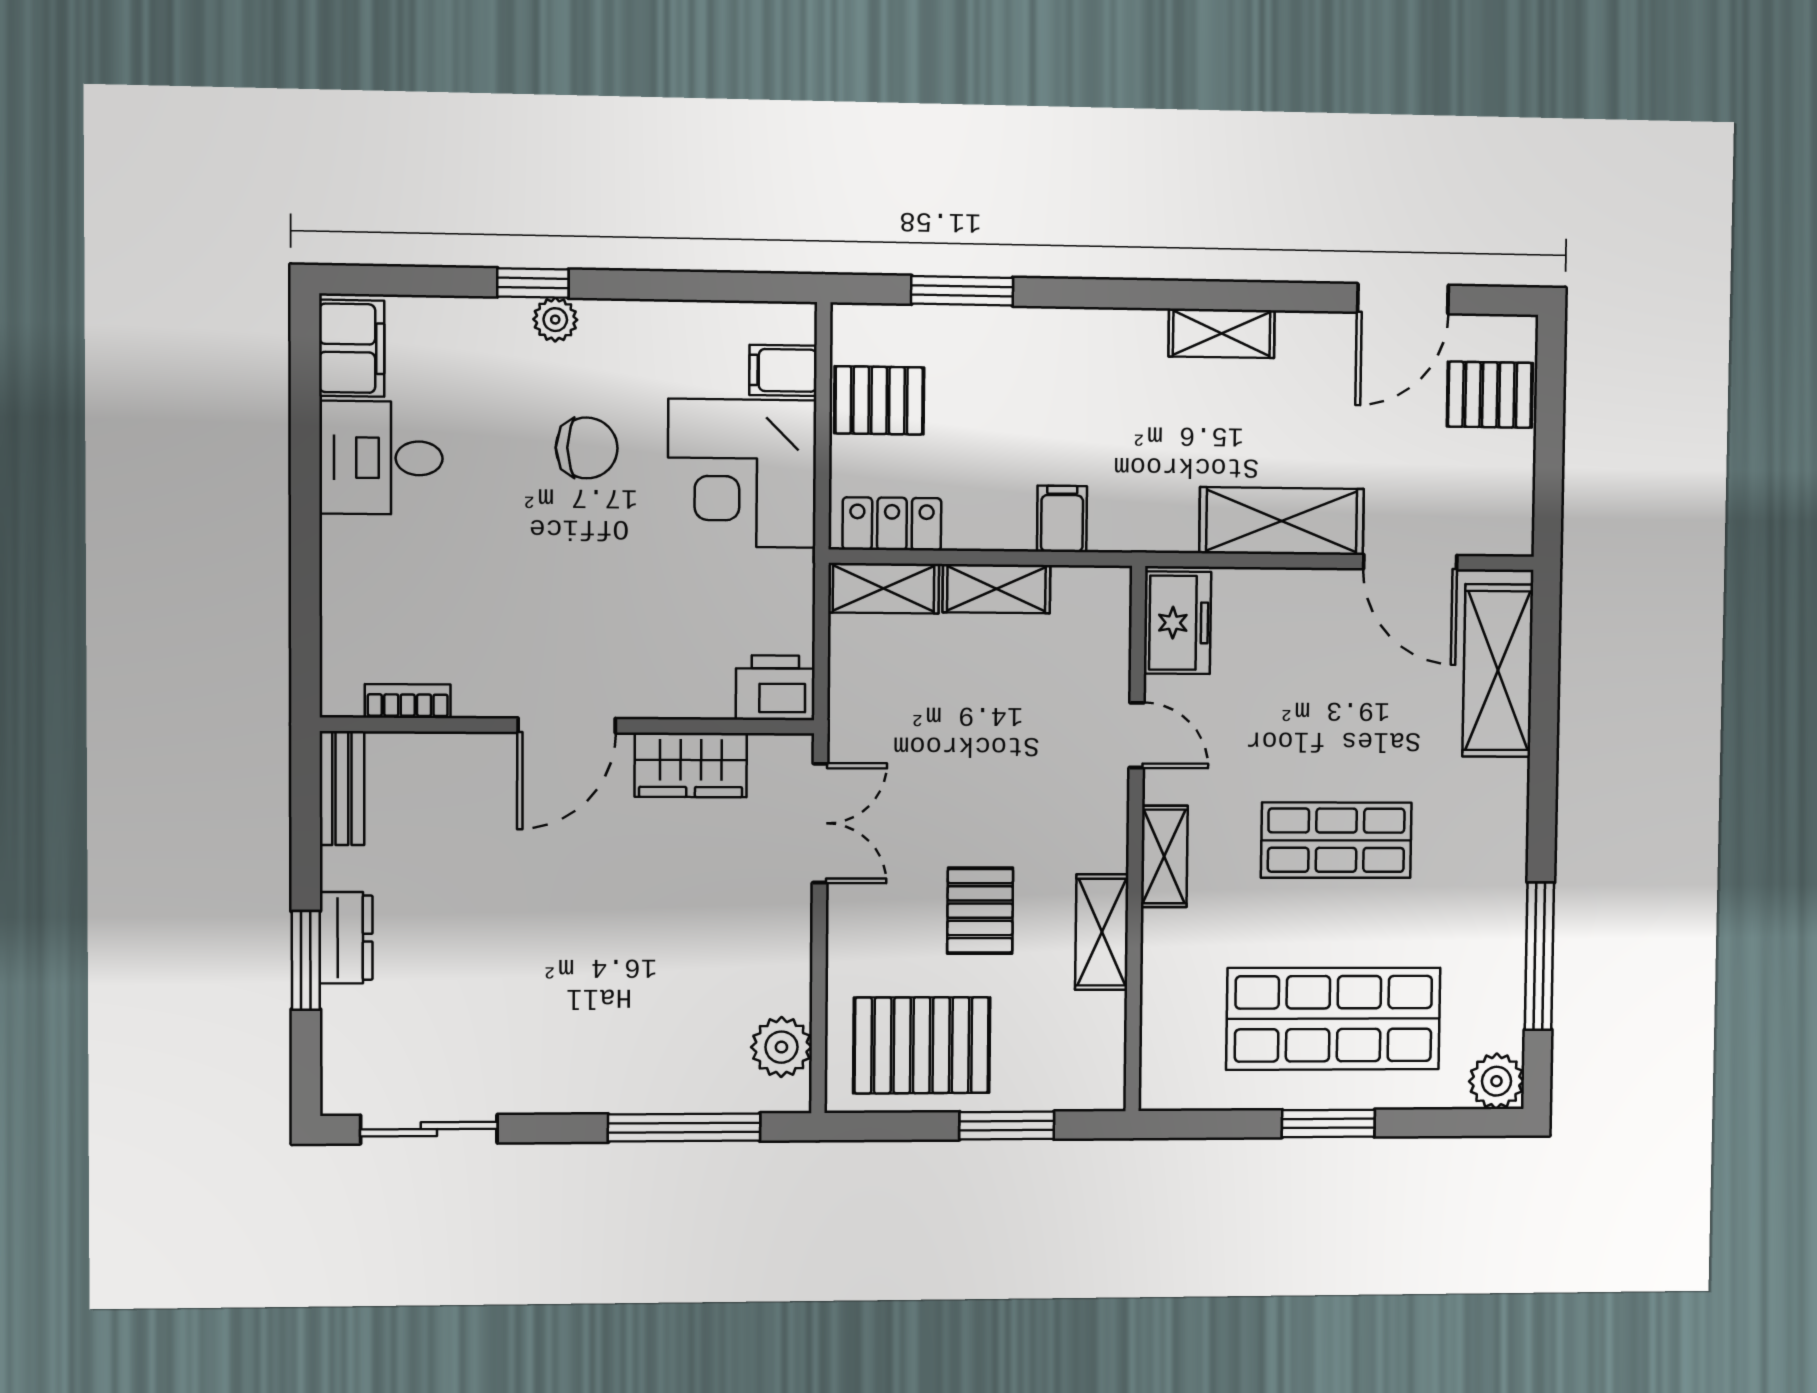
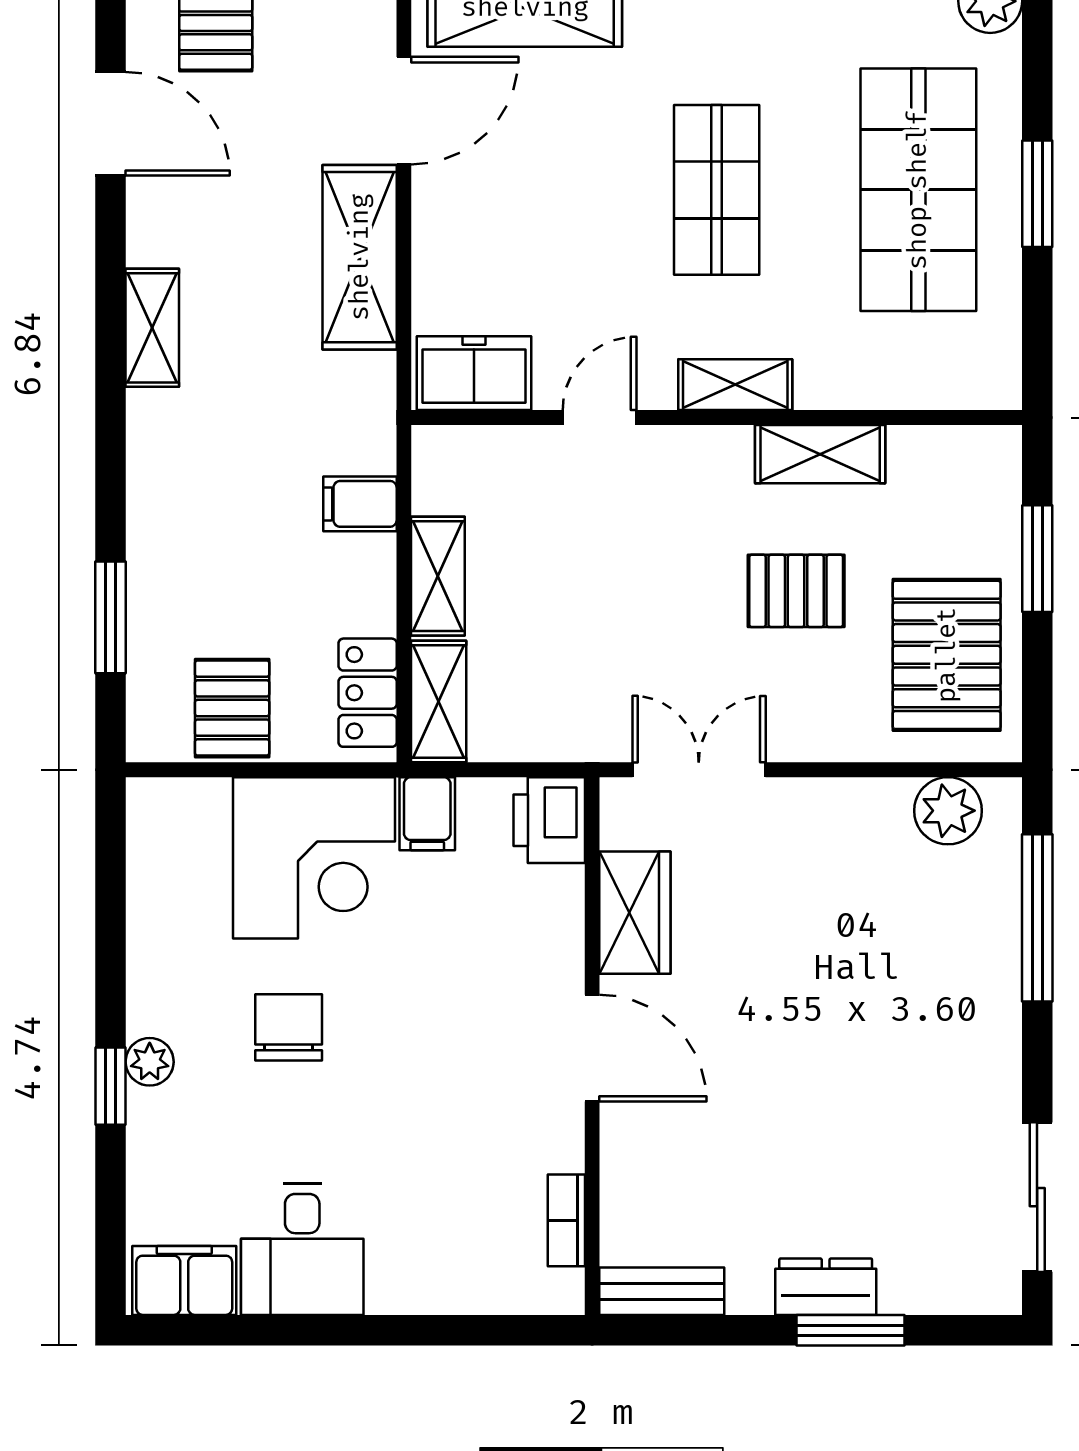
filing cabinet: (783, 370) -> (427, 814), moved

